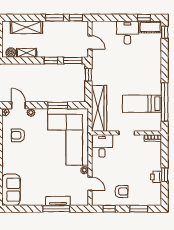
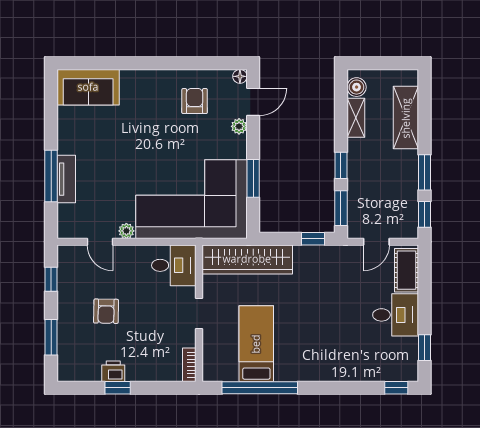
cot: (150, 27) -> (407, 270), moved
door: (90, 184) -> (100, 242), hinge flipped
armchair: (121, 191) -> (106, 311), moved

